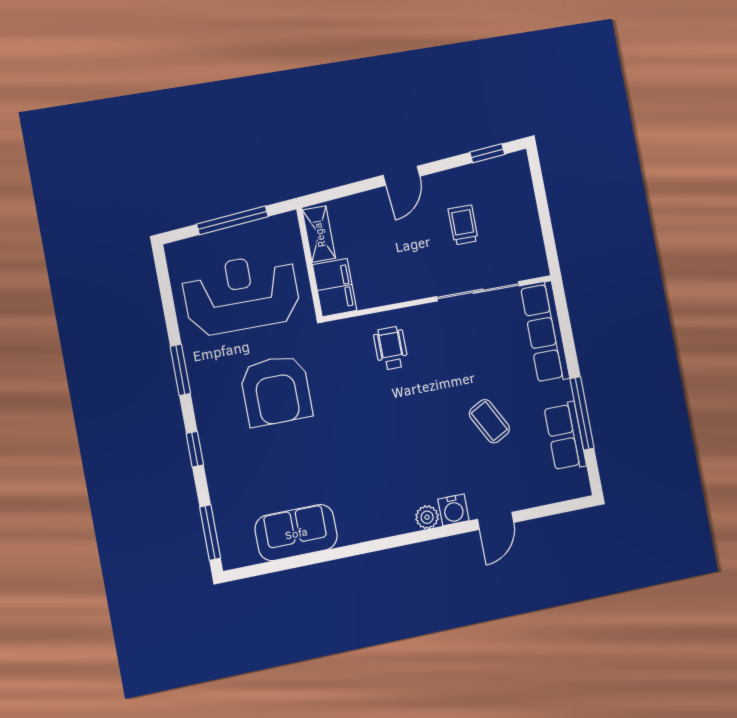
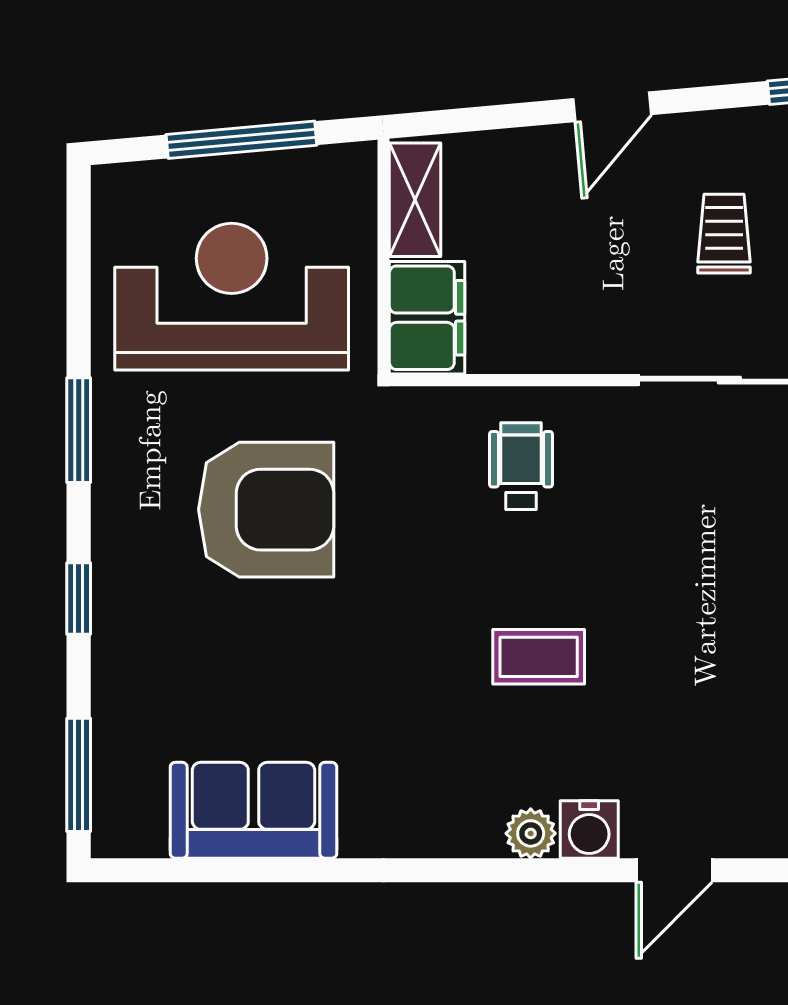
armchair: (276, 391) -> (266, 510), turned -90
coffee table: (489, 421) -> (539, 657), moved, turned -62

